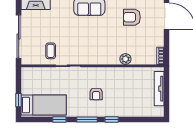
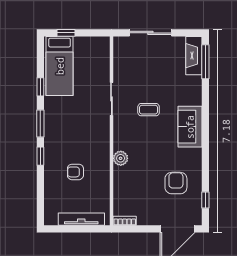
sliding door: (19, 36) -> (150, 33), width x0.73
coffee table: (51, 51) -> (149, 110), moved
plant: (125, 59) -> (121, 158), moved
armchair: (96, 94) -> (75, 172), moved

